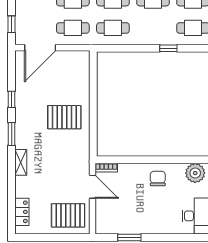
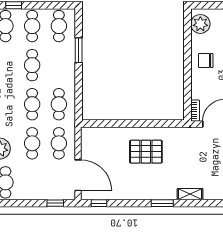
window: (168, 48) -> (79, 50), width x1.50
window: (12, 99) -> (99, 203), moved
pallet: (64, 117) -> (146, 152), turned 90

